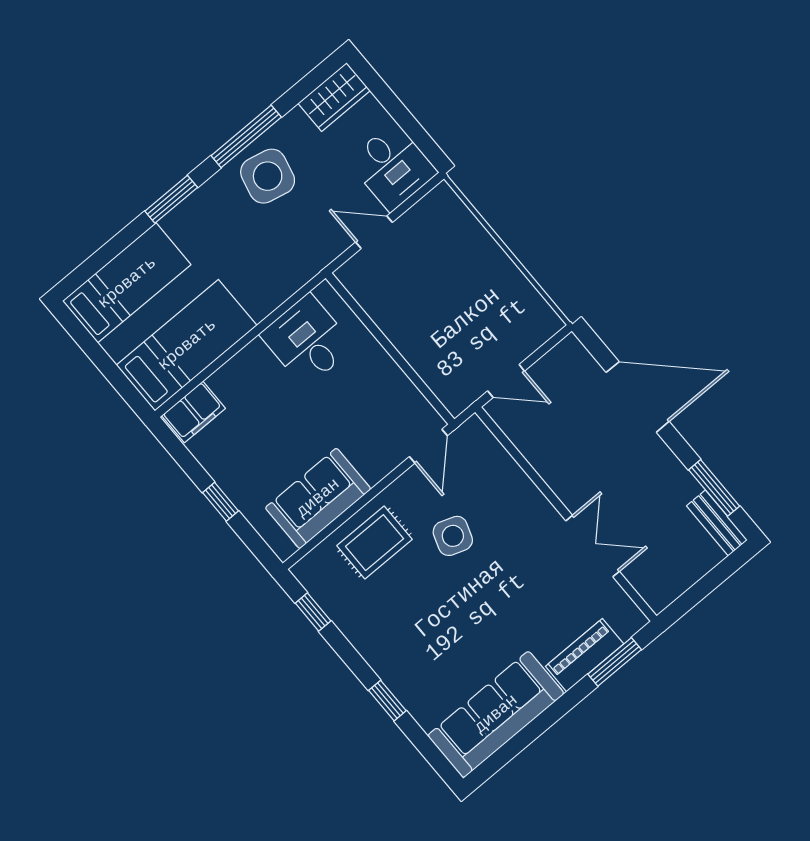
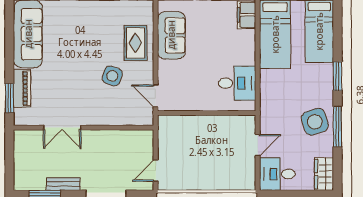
side table: (268, 176) -> (315, 122), turned -31
door: (506, 381) -> (156, 171), moved
bench: (717, 523) -> (63, 184), moved

